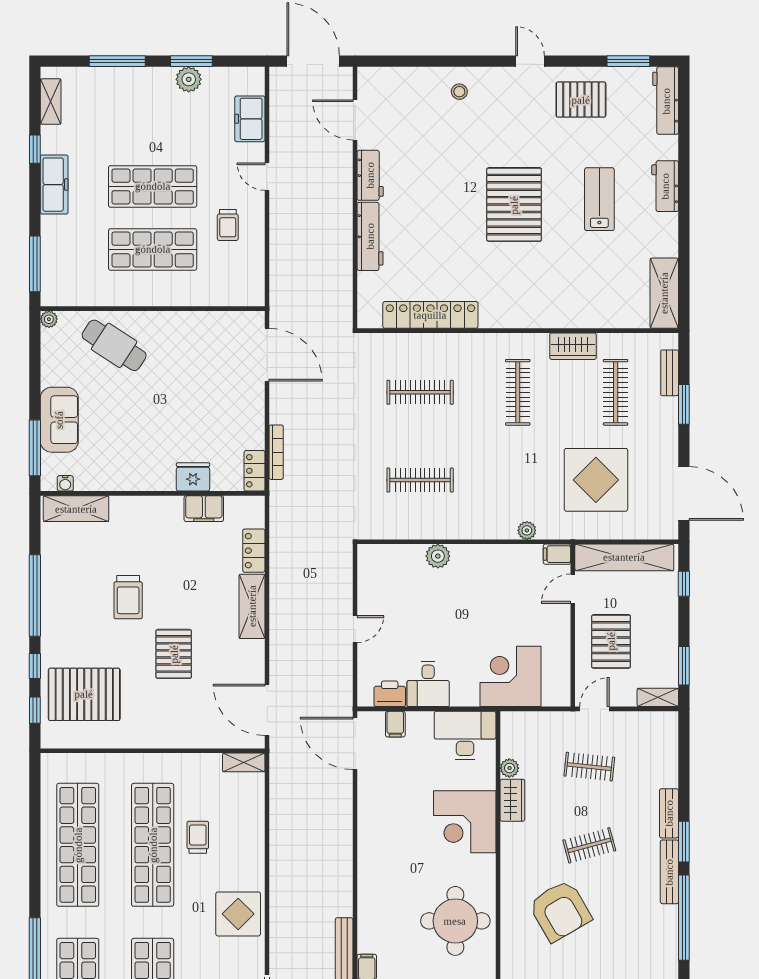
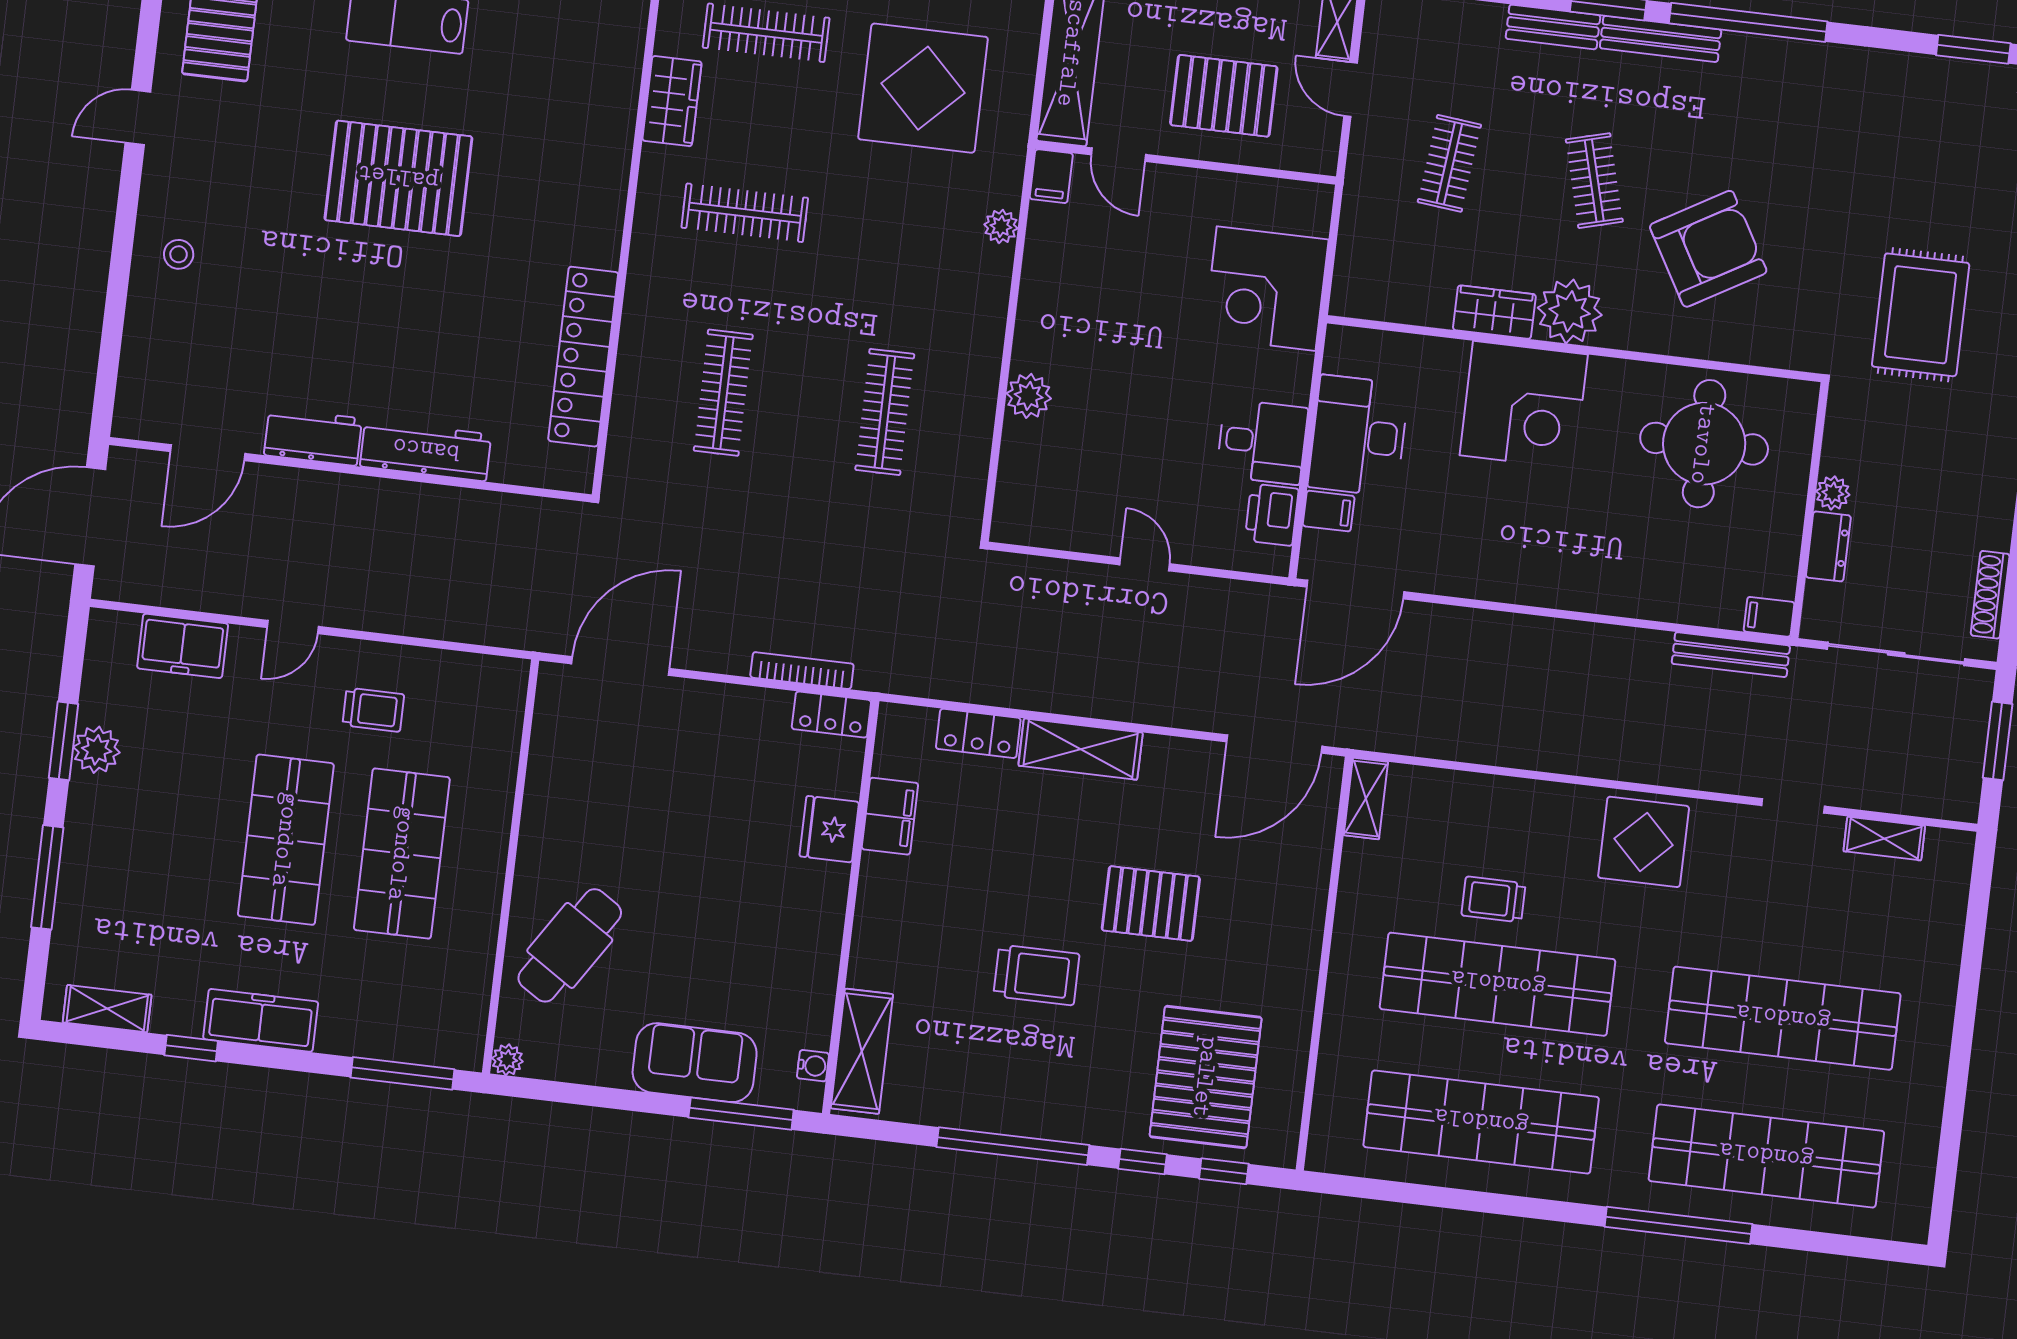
door: (595, 709) -> (1351, 90), moved
desk: (465, 735) -> (1358, 436), moved
plant: (509, 768) -> (1570, 311), moved, width x1.88, depth x1.88

